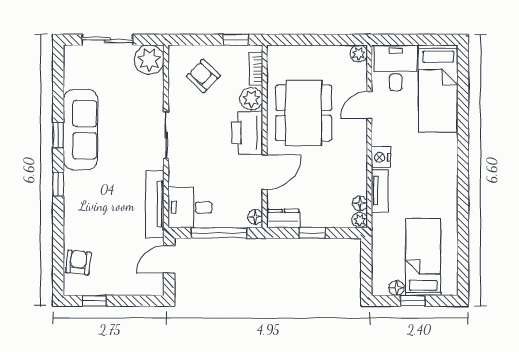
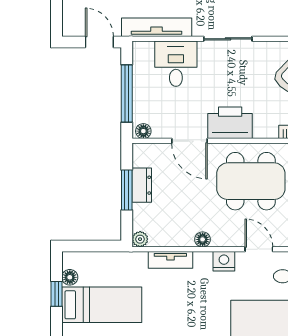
plant: (251, 99) -> (266, 127), removed
nightstand: (381, 157) -> (224, 261), moved
floor lamp: (360, 203) -> (203, 239), moved
desk: (190, 207) -> (176, 64), moved
dresser: (283, 218) -> (142, 185), moved
window: (312, 233) -> (127, 190), width x1.50

